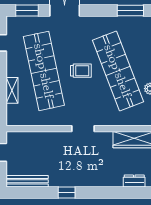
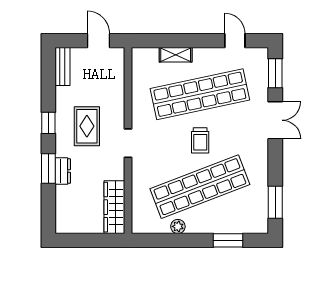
rug: (69, 162) -> (87, 126), added
bench: (27, 181) -> (62, 67), width x0.73
dresser: (134, 181) -> (63, 171), moved
window: (103, 192) -> (48, 168), added

